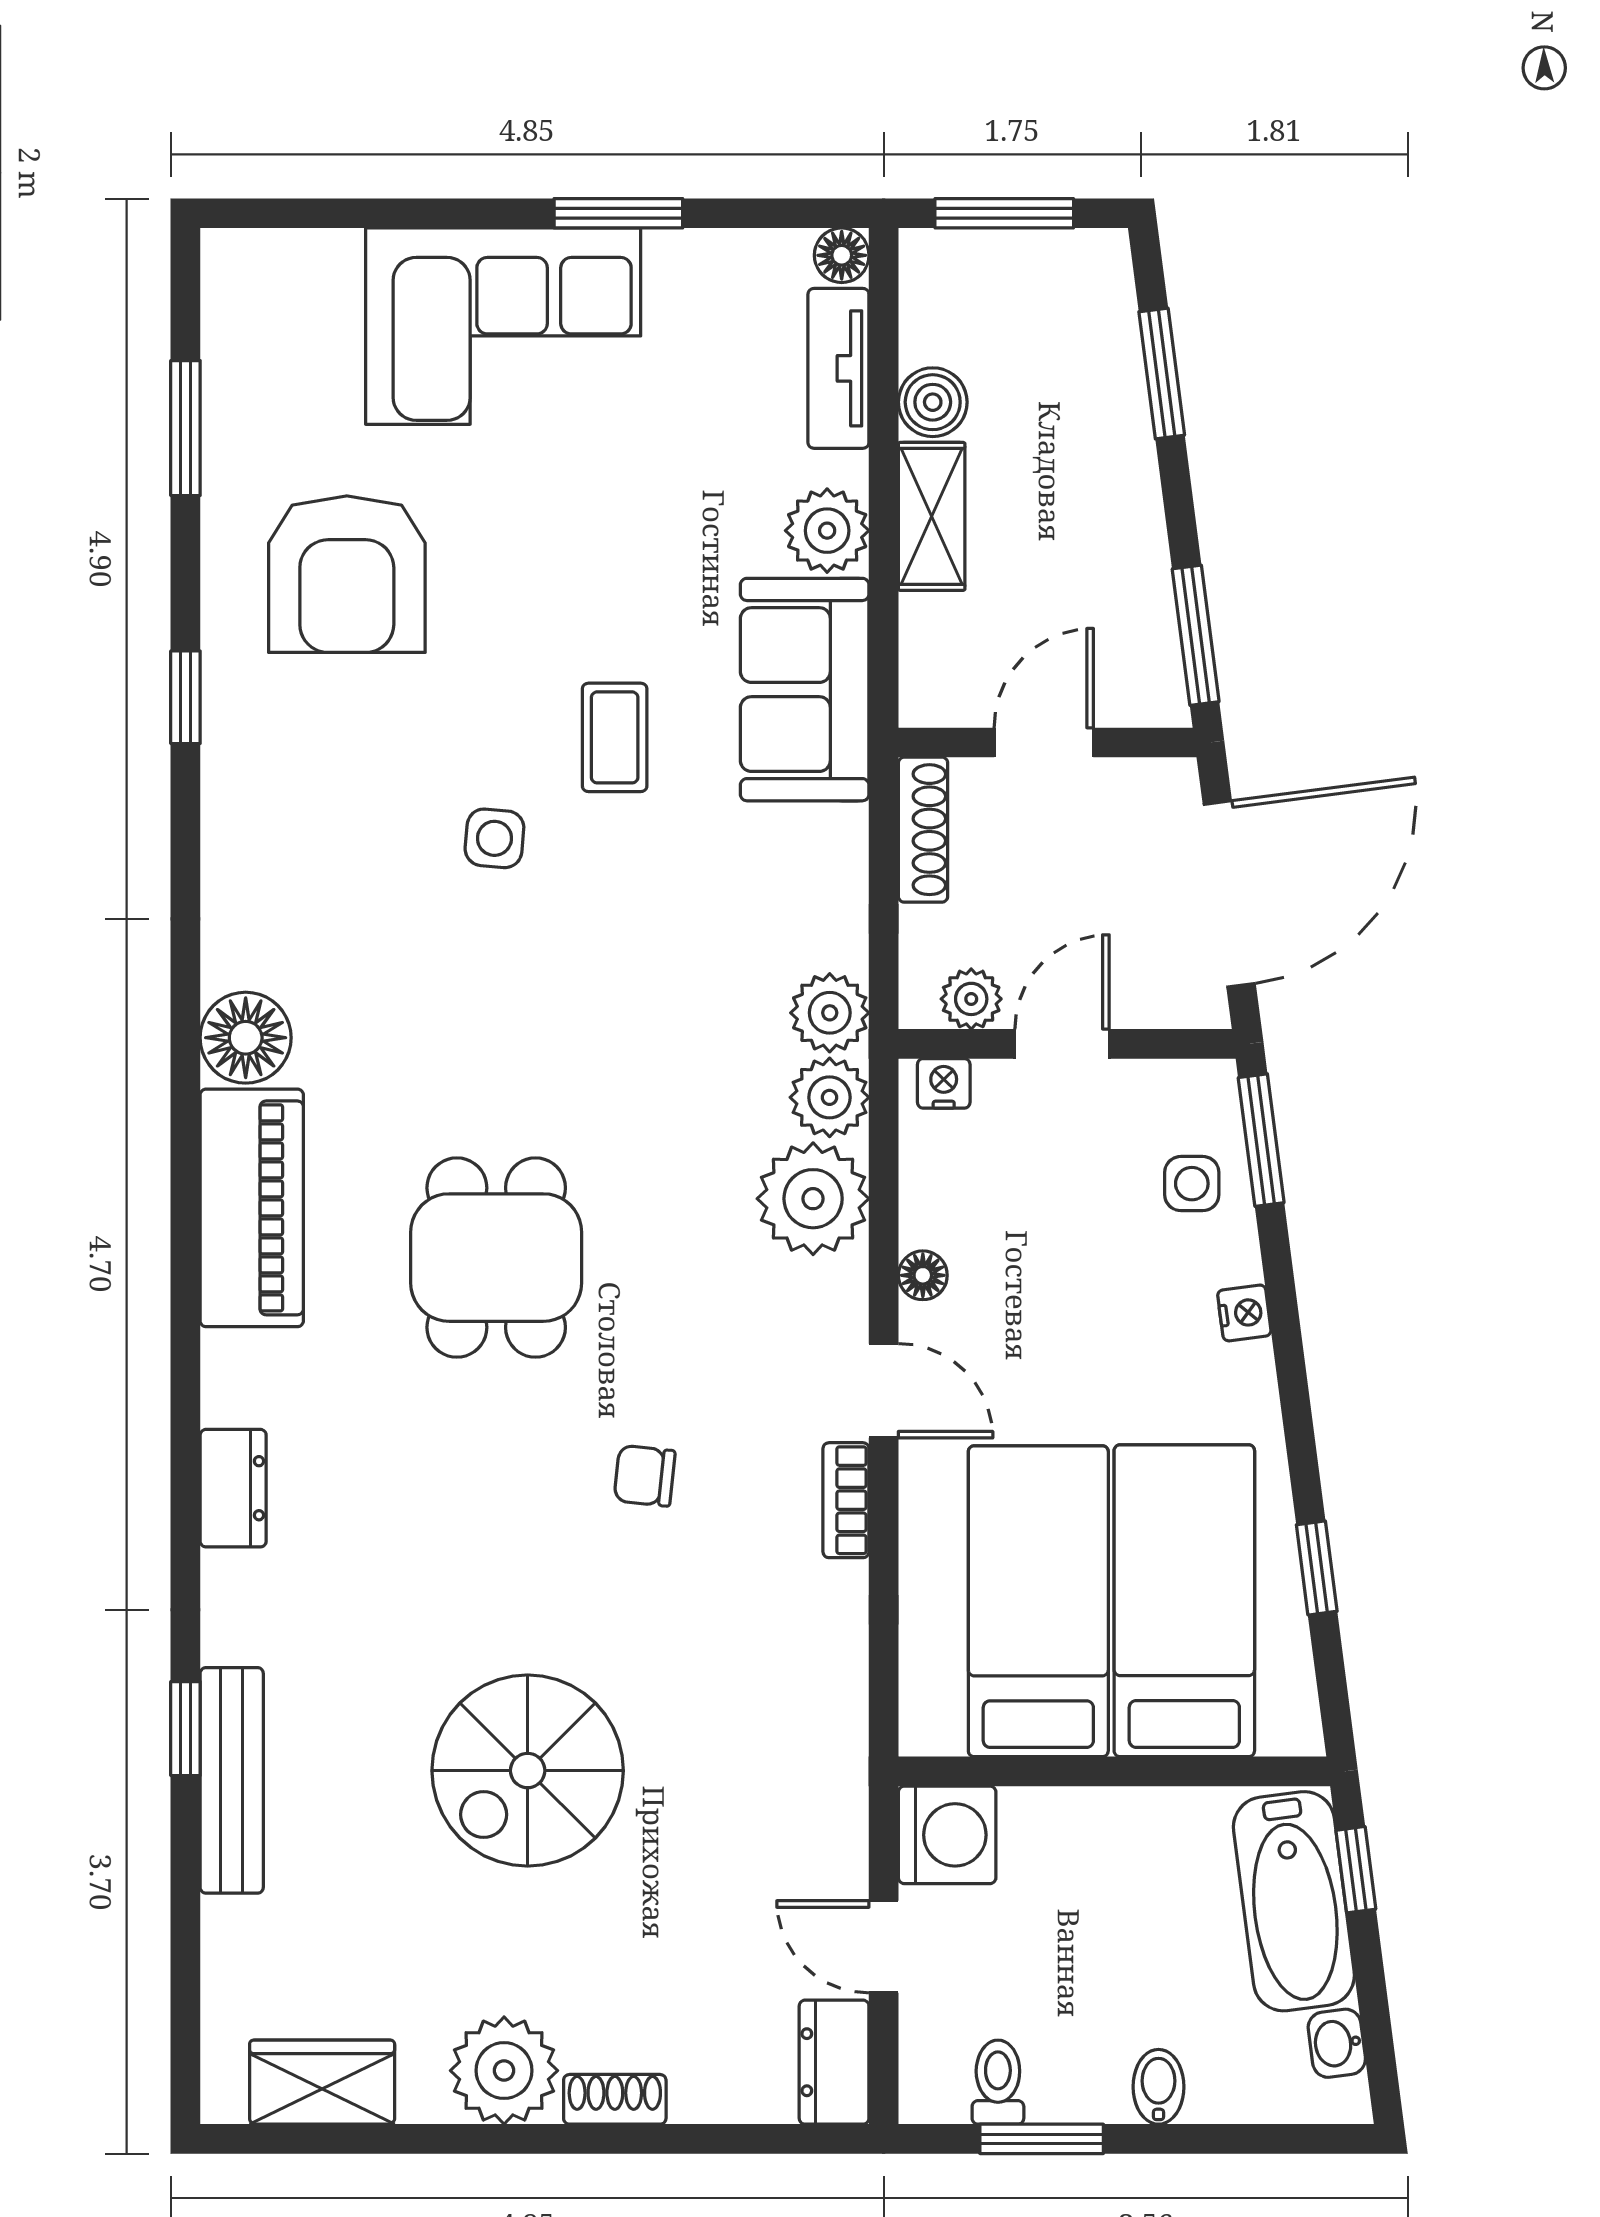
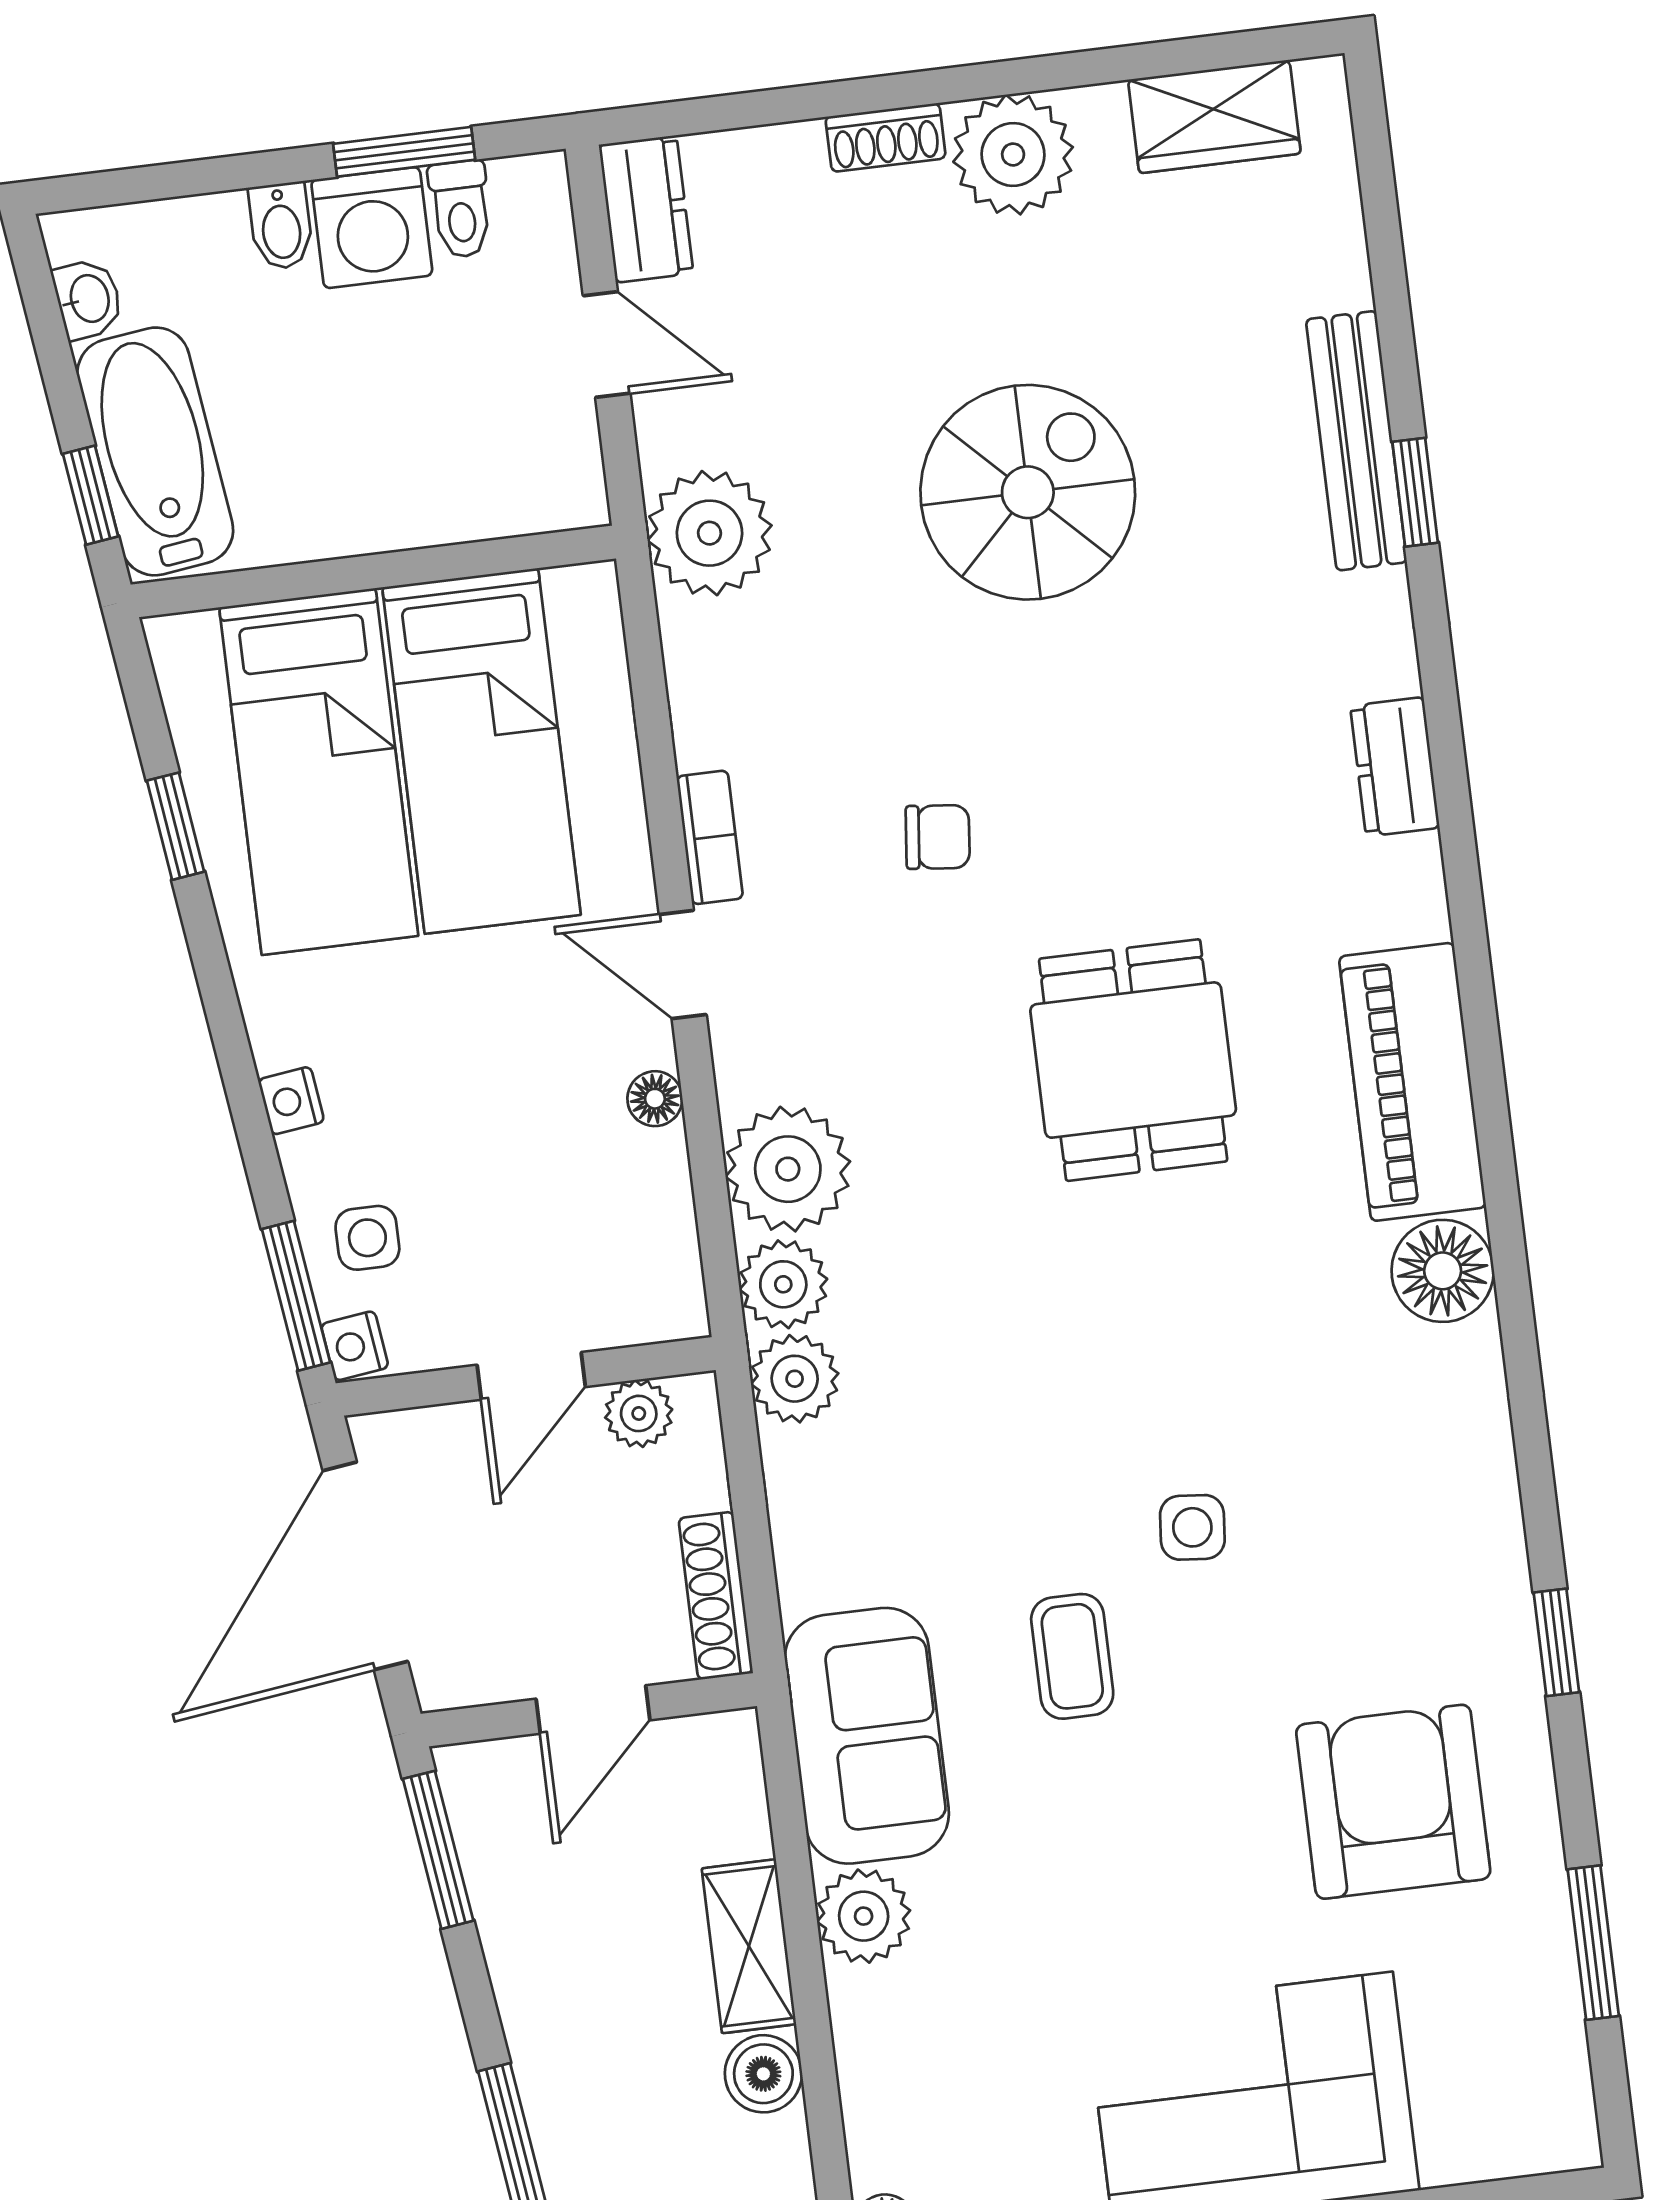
tv unit: (838, 368) -> (873, 2099), removed
nightstand: (944, 1083) -> (355, 1346), moved, turned 83
plant: (813, 1769) -> (709, 533), added
washing machine: (947, 1835) -> (372, 228), moved, turned -90

